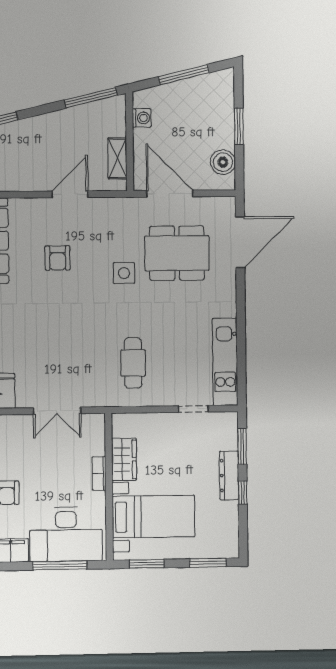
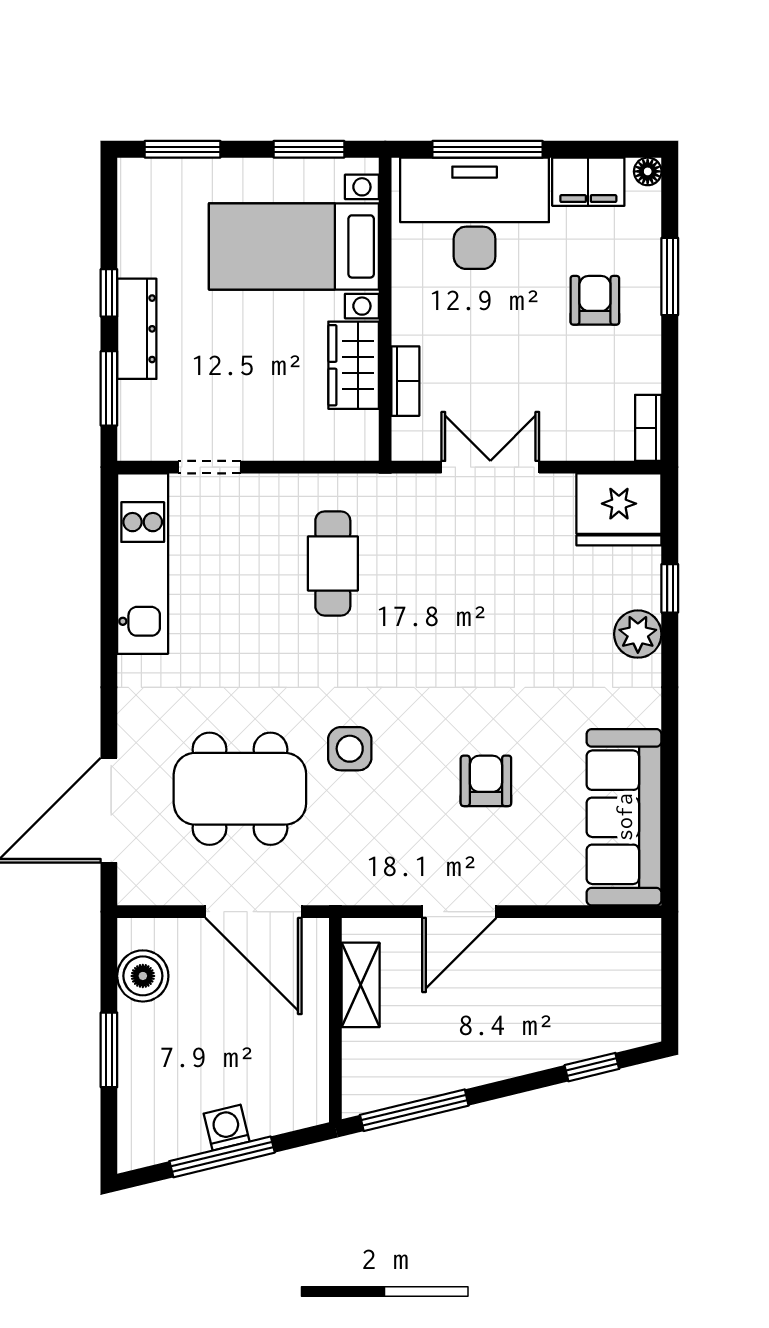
washing machine: (142, 118) -> (227, 1128), moved, turned 76
bookcase: (99, 473) -> (405, 381), moved

